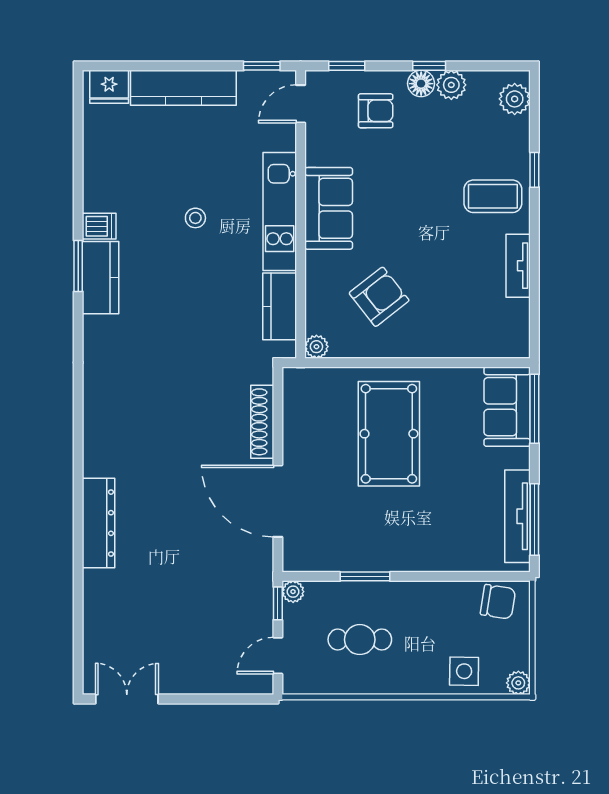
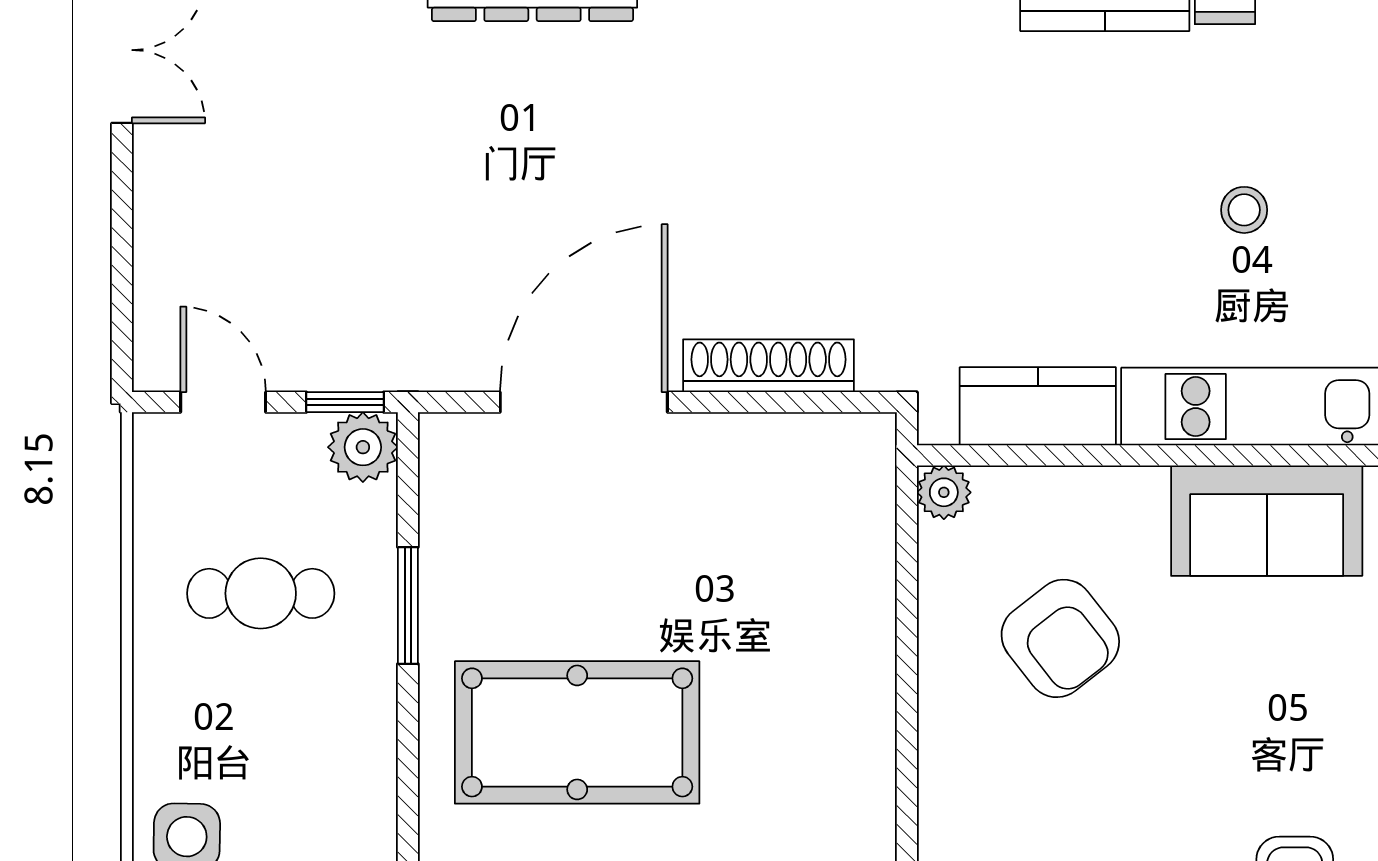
pool table: (389, 434) -> (577, 732), moved
plant: (293, 592) -> (363, 447), width x1.38, depth x1.38
cafe table: (360, 640) -> (261, 593), turned 90

